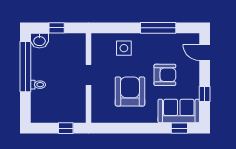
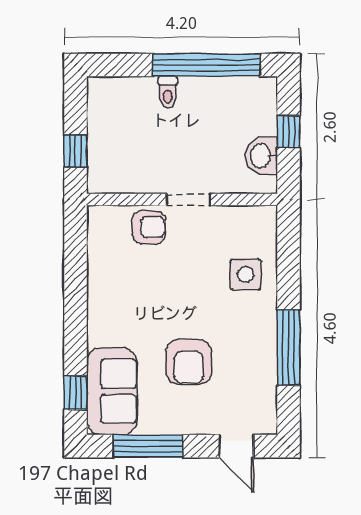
washbasin: (39, 41) -> (261, 156), moved
door: (205, 52) -> (236, 446), swing flipped
armchair: (130, 91) -> (149, 227), moved, width x0.53, depth x0.53
window: (205, 94) -> (148, 446), width x2.17

